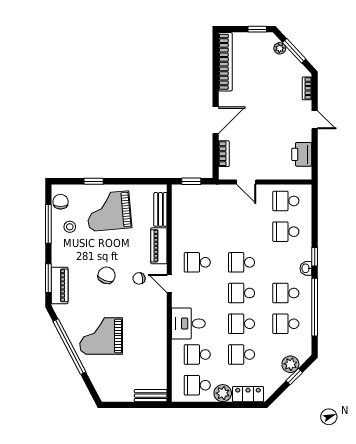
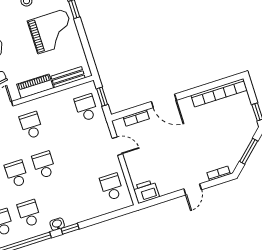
plant: (280, 48) -> (247, 138), removed
printer: (302, 154) -> (146, 192), moved
door: (246, 182) -> (117, 146), swing flipped
grand piano: (109, 211) -> (52, 31), turned 95
school desk: (286, 232) -> (86, 108), moved

